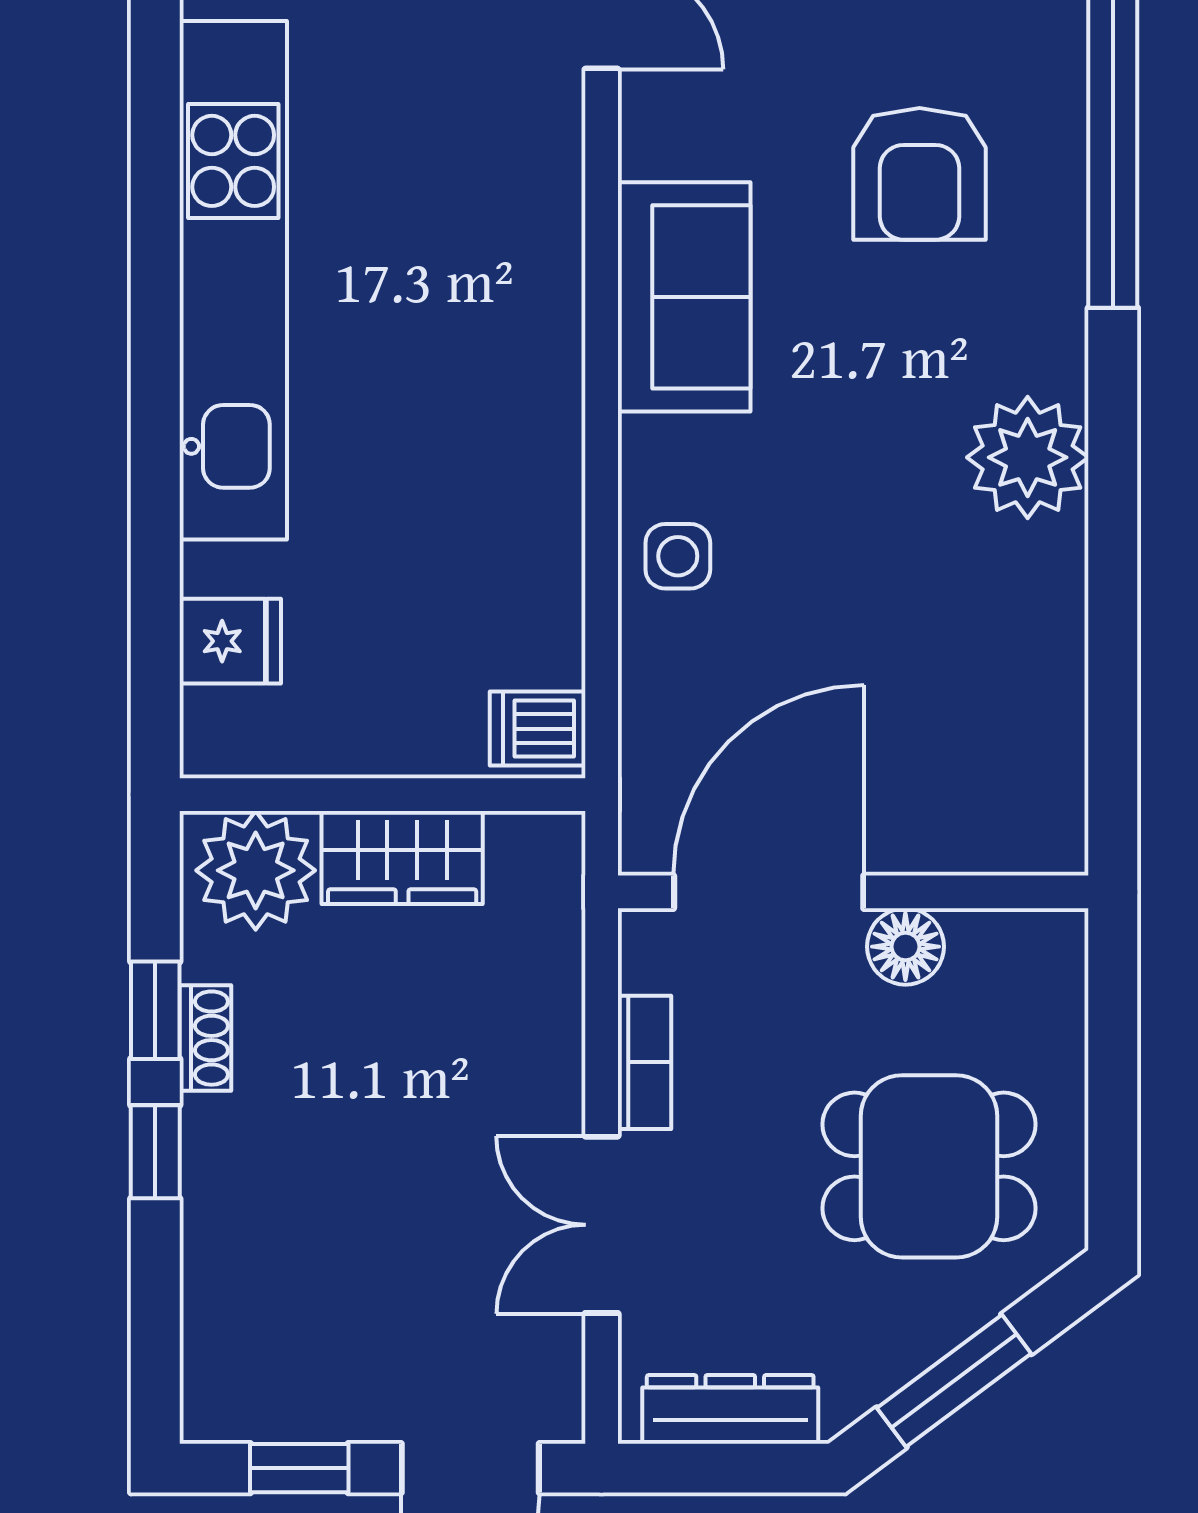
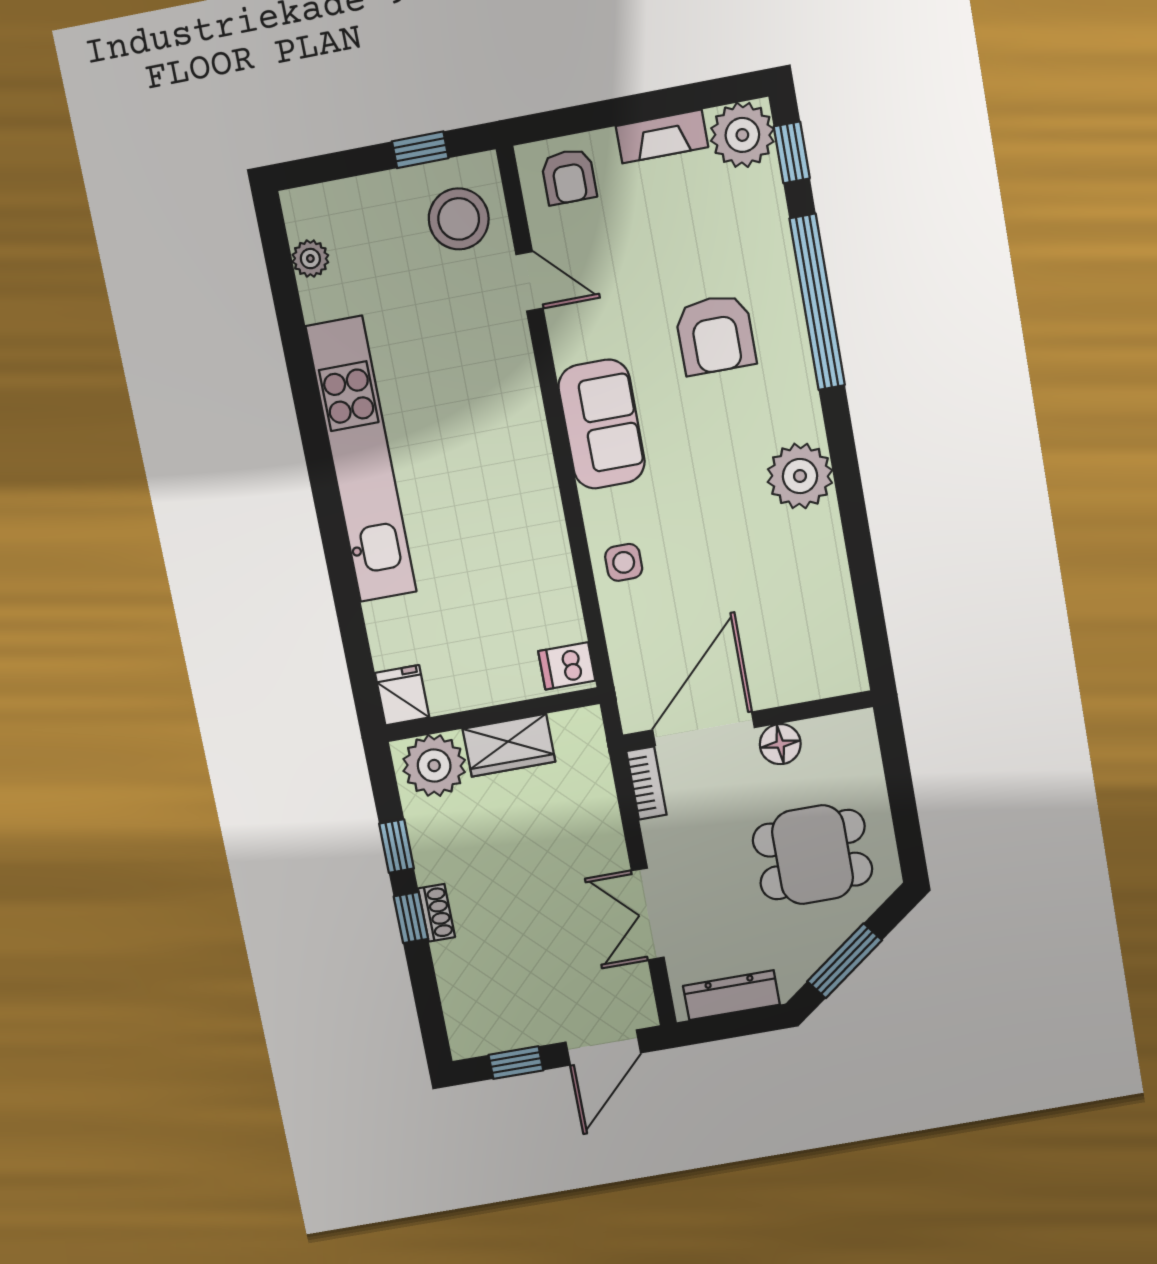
fridge: (230, 641) -> (402, 695), moved, turned -90
shoe rack: (205, 1038) -> (437, 913), moved
bookcase: (644, 1062) -> (646, 783), moved

